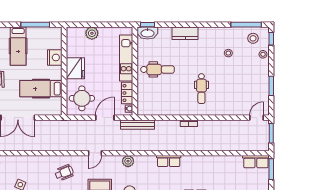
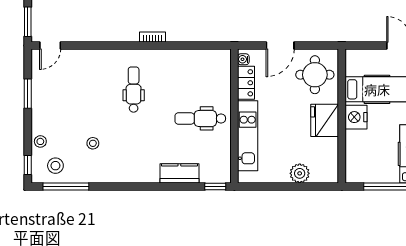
washbasin: (147, 33) -> (215, 174), removed
kitchen counter: (185, 33) -> (179, 173), moved
nightstand: (55, 57) -> (356, 117), moved
bench: (138, 125) -> (230, 35), removed

